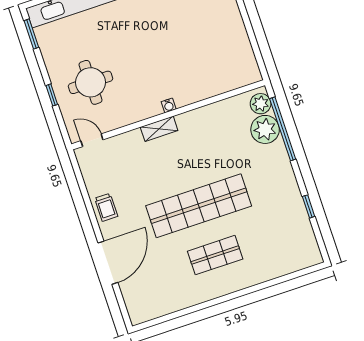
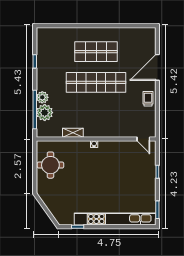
round table: (91, 82) -> (50, 165), moved
plant: (261, 104) -> (42, 97), moved
shelving: (159, 129) -> (73, 133), moved
shop shelf: (215, 255) -> (96, 52), width x1.43, depth x1.36

